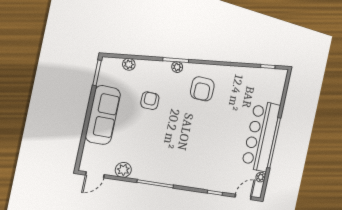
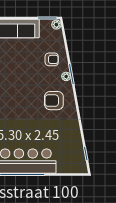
plant: (129, 64) -> (56, 25), moved
armchair: (150, 101) -> (52, 59), moved

